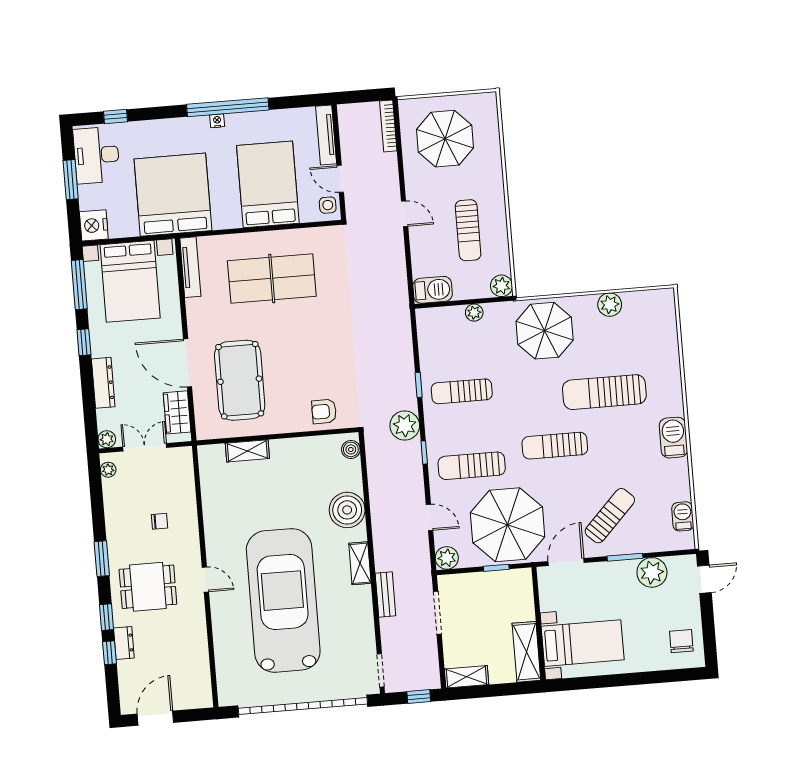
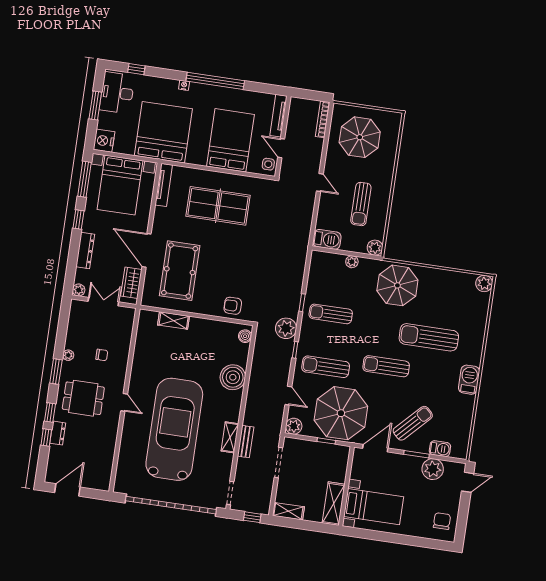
nightstand: (217, 121) -> (184, 85), moved
plant: (610, 305) -> (484, 283), moved
plant: (108, 470) -> (68, 355), moved
barbecue: (683, 516) -> (440, 449), moved, turned 90
shelving: (360, 563) -> (230, 437), moved

